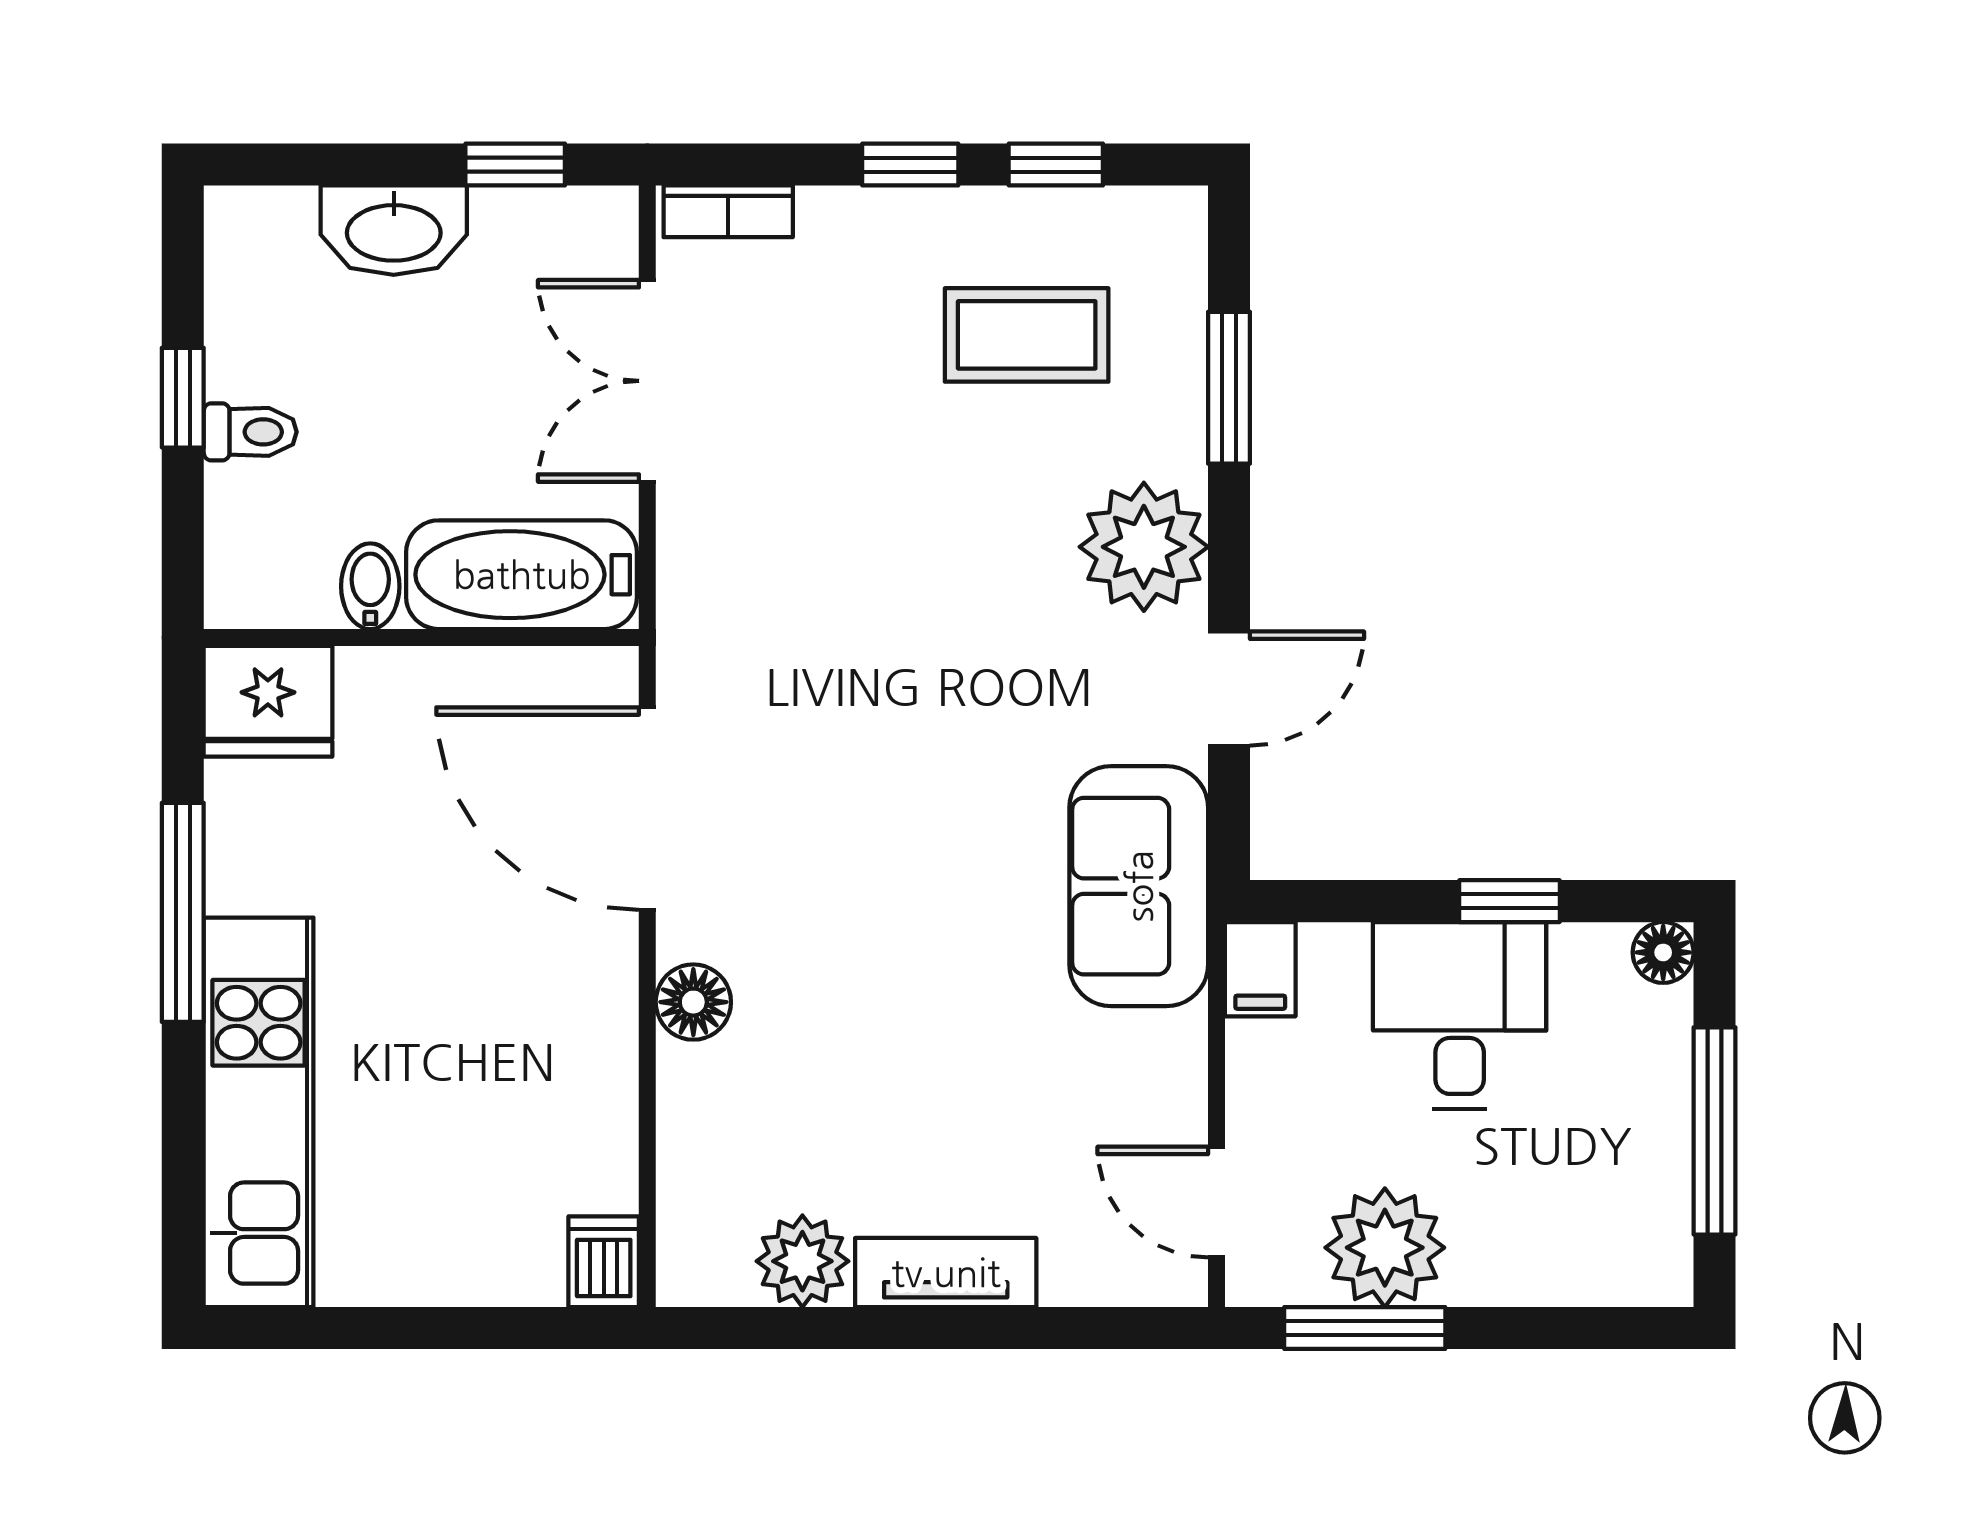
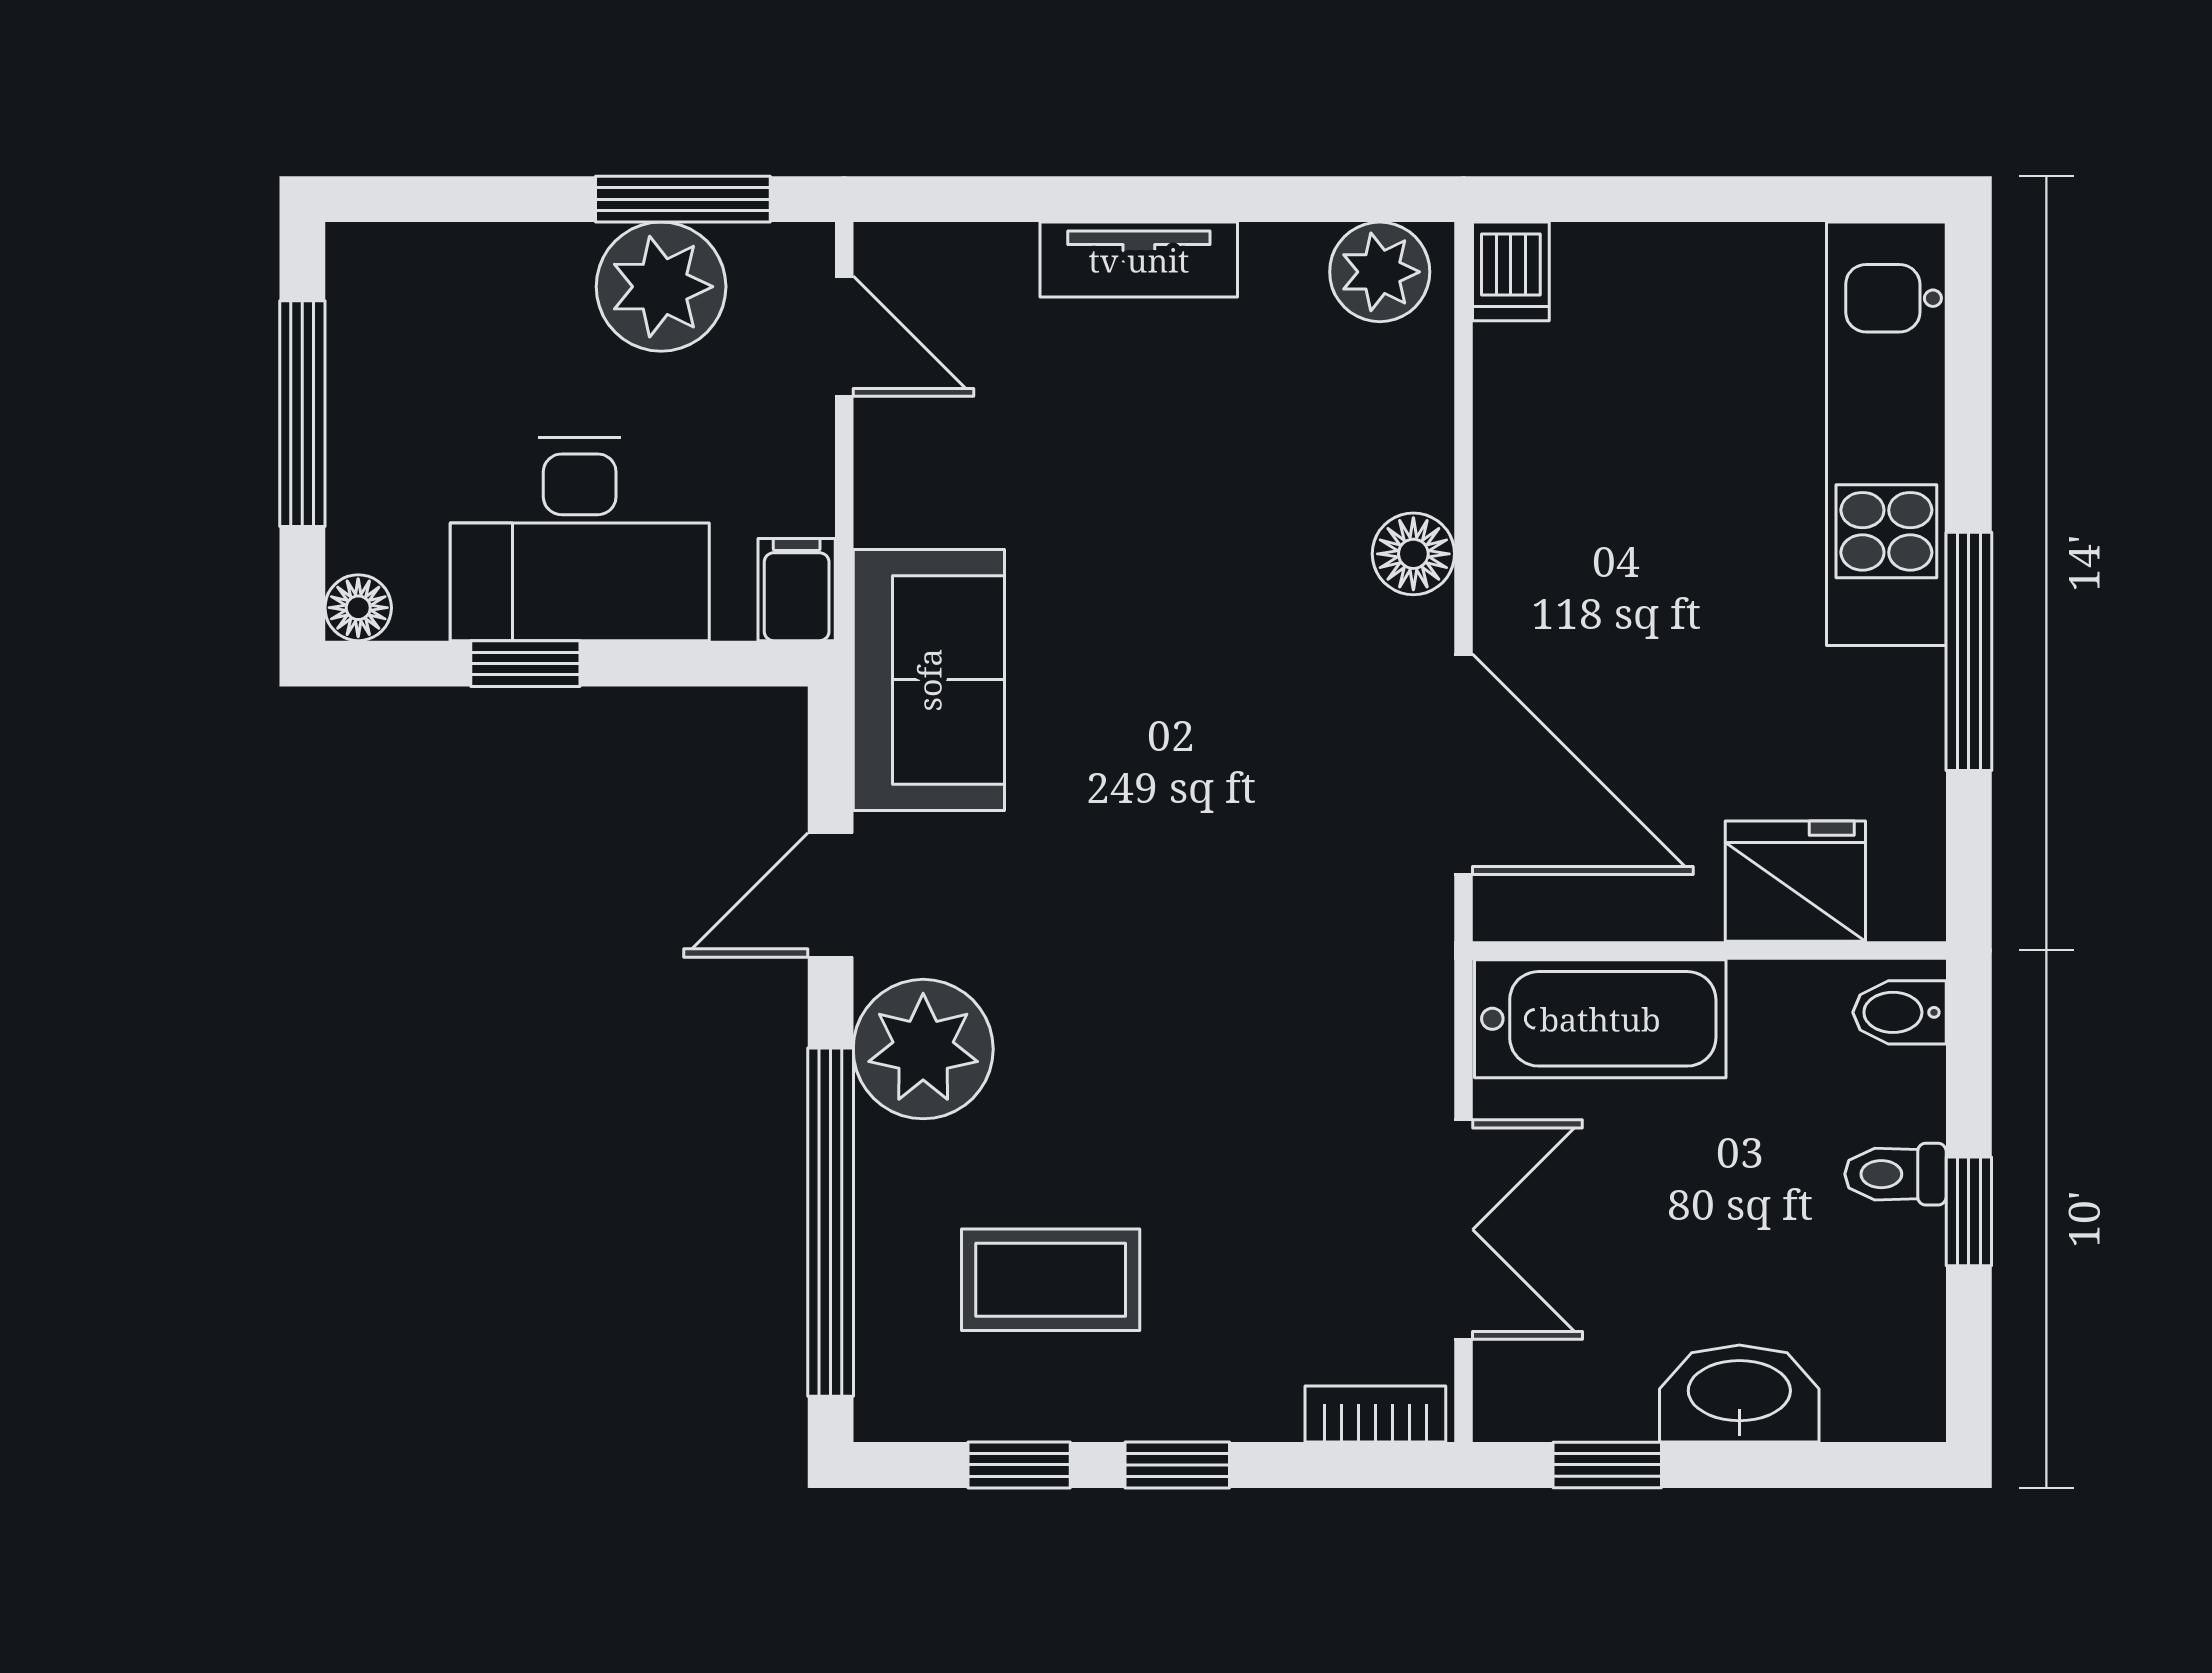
window: (1229, 388) -> (831, 1222), width x2.11
bidet: (370, 586) -> (1899, 1012), moved, turned 90
fridge: (268, 701) -> (1795, 881), moved
desk: (1460, 1015) -> (580, 539), width x1.37
plant: (802, 1261) -> (1380, 272), moved

